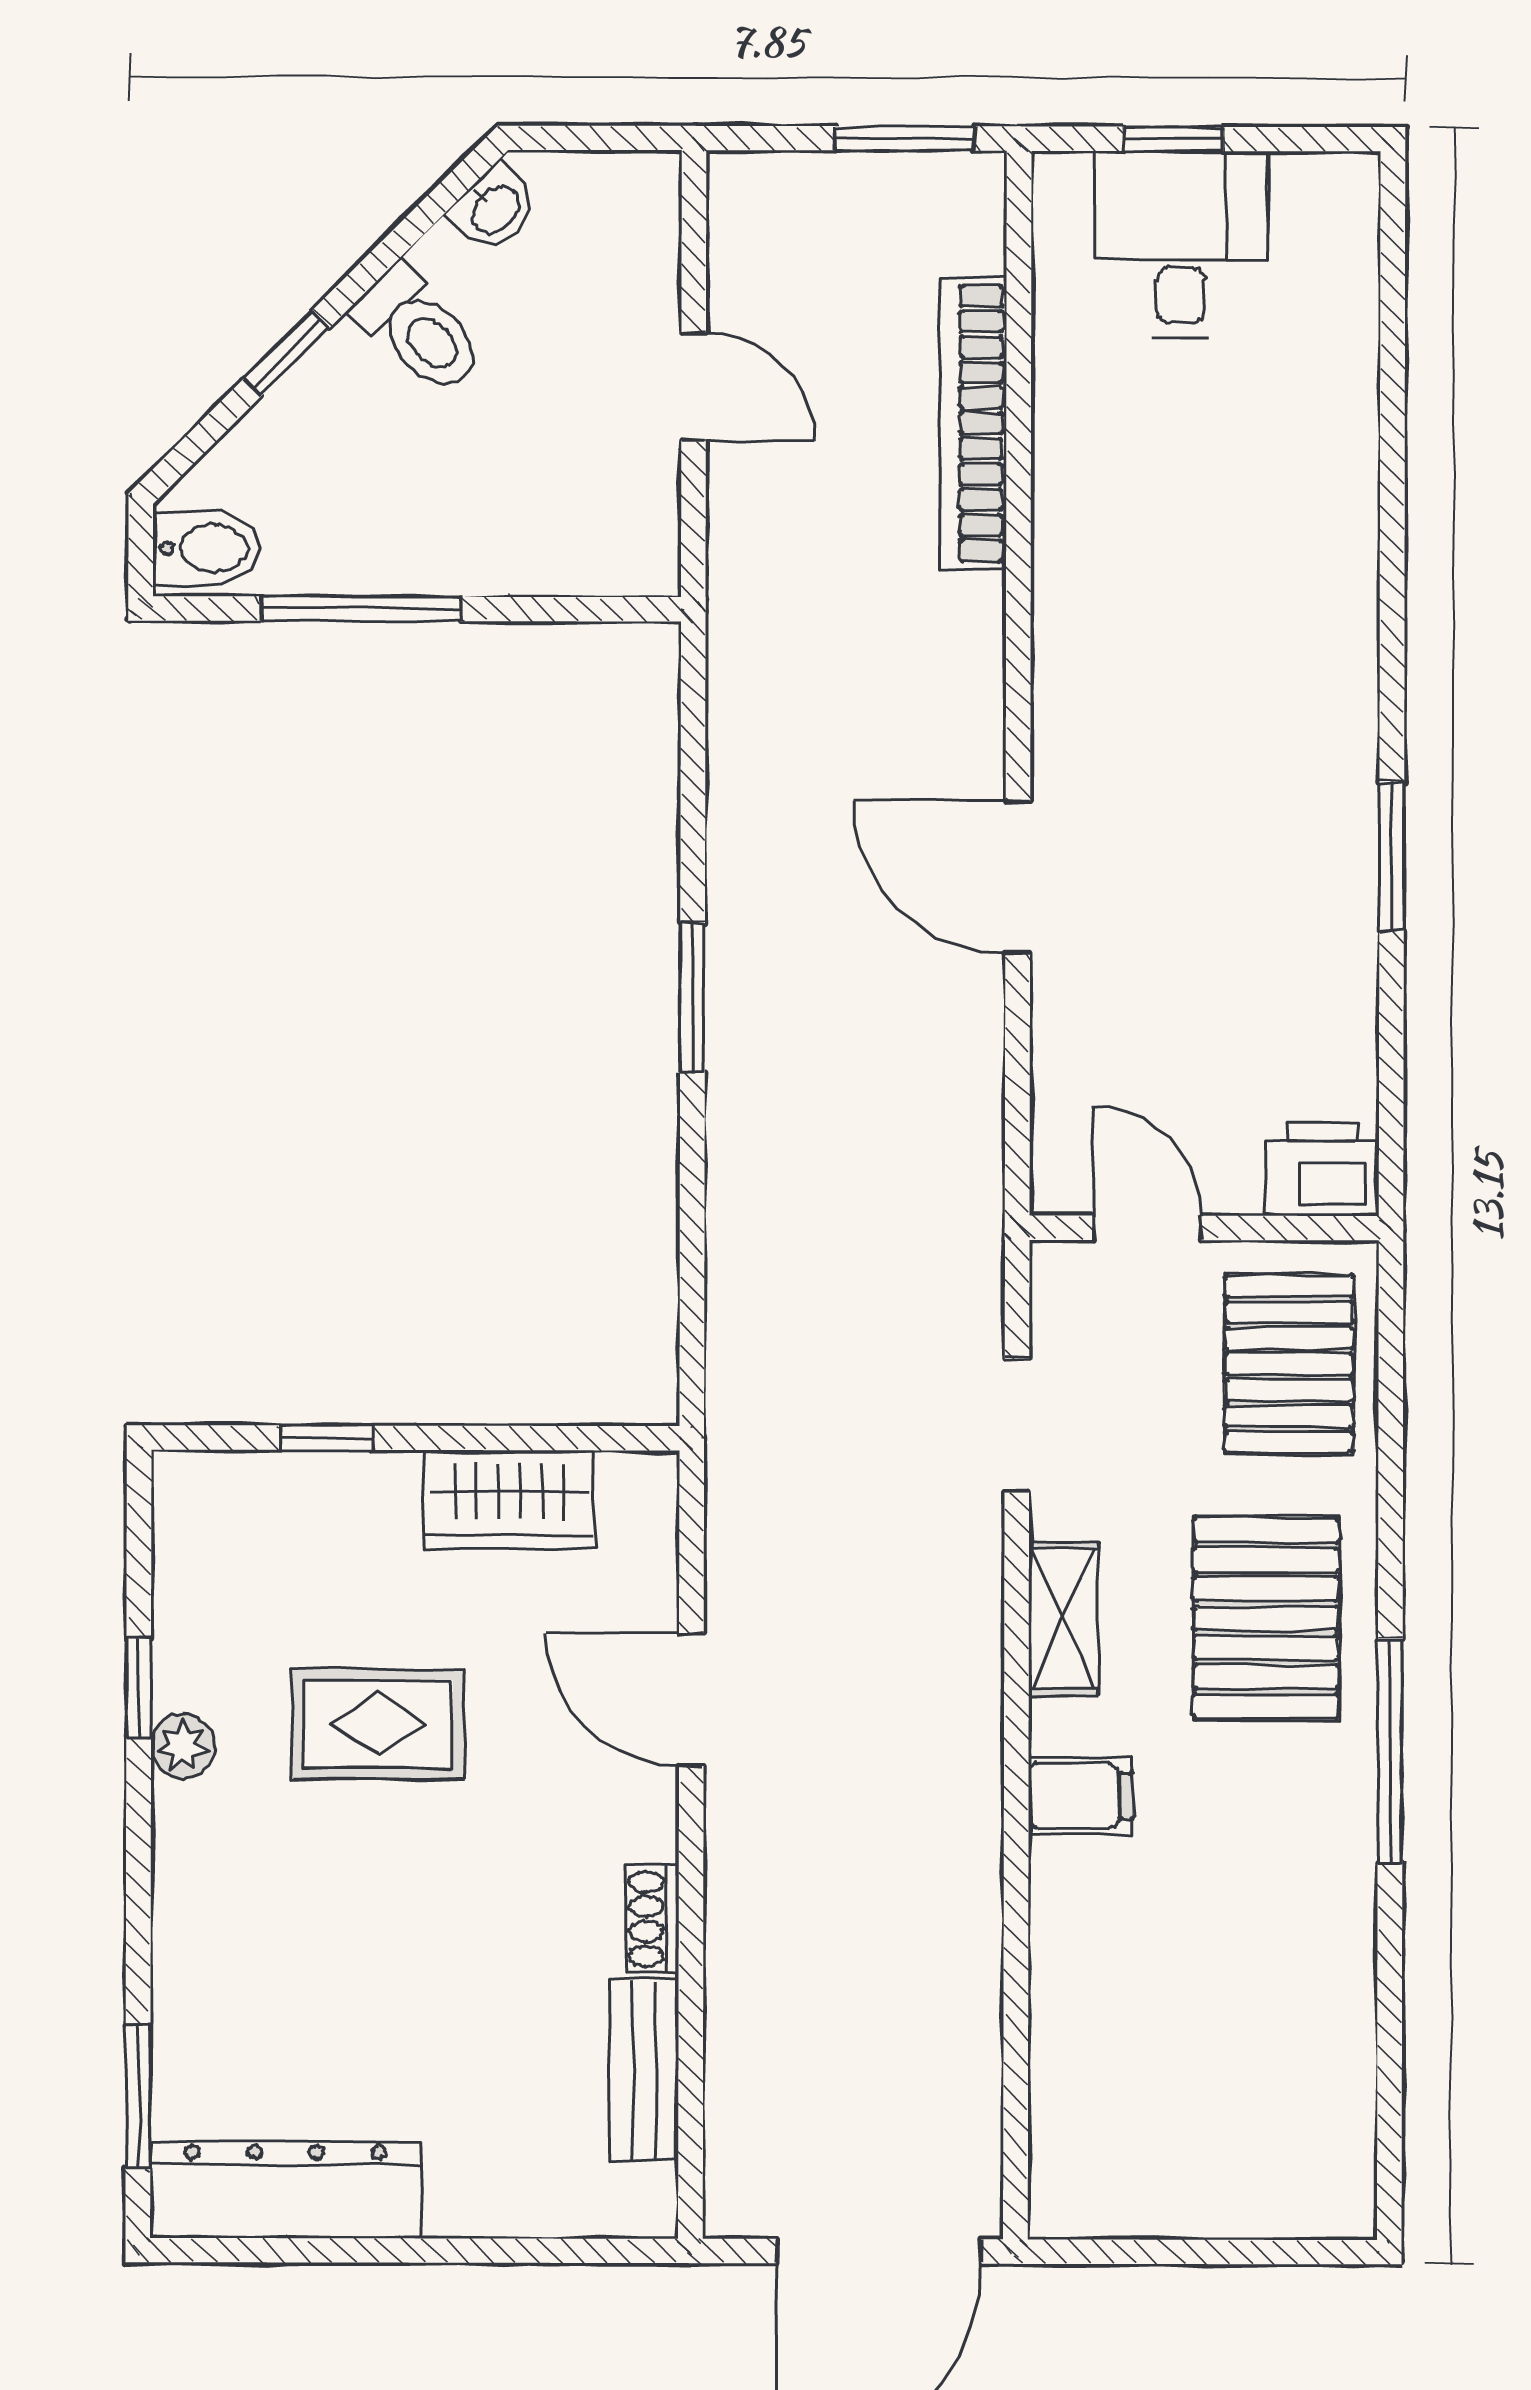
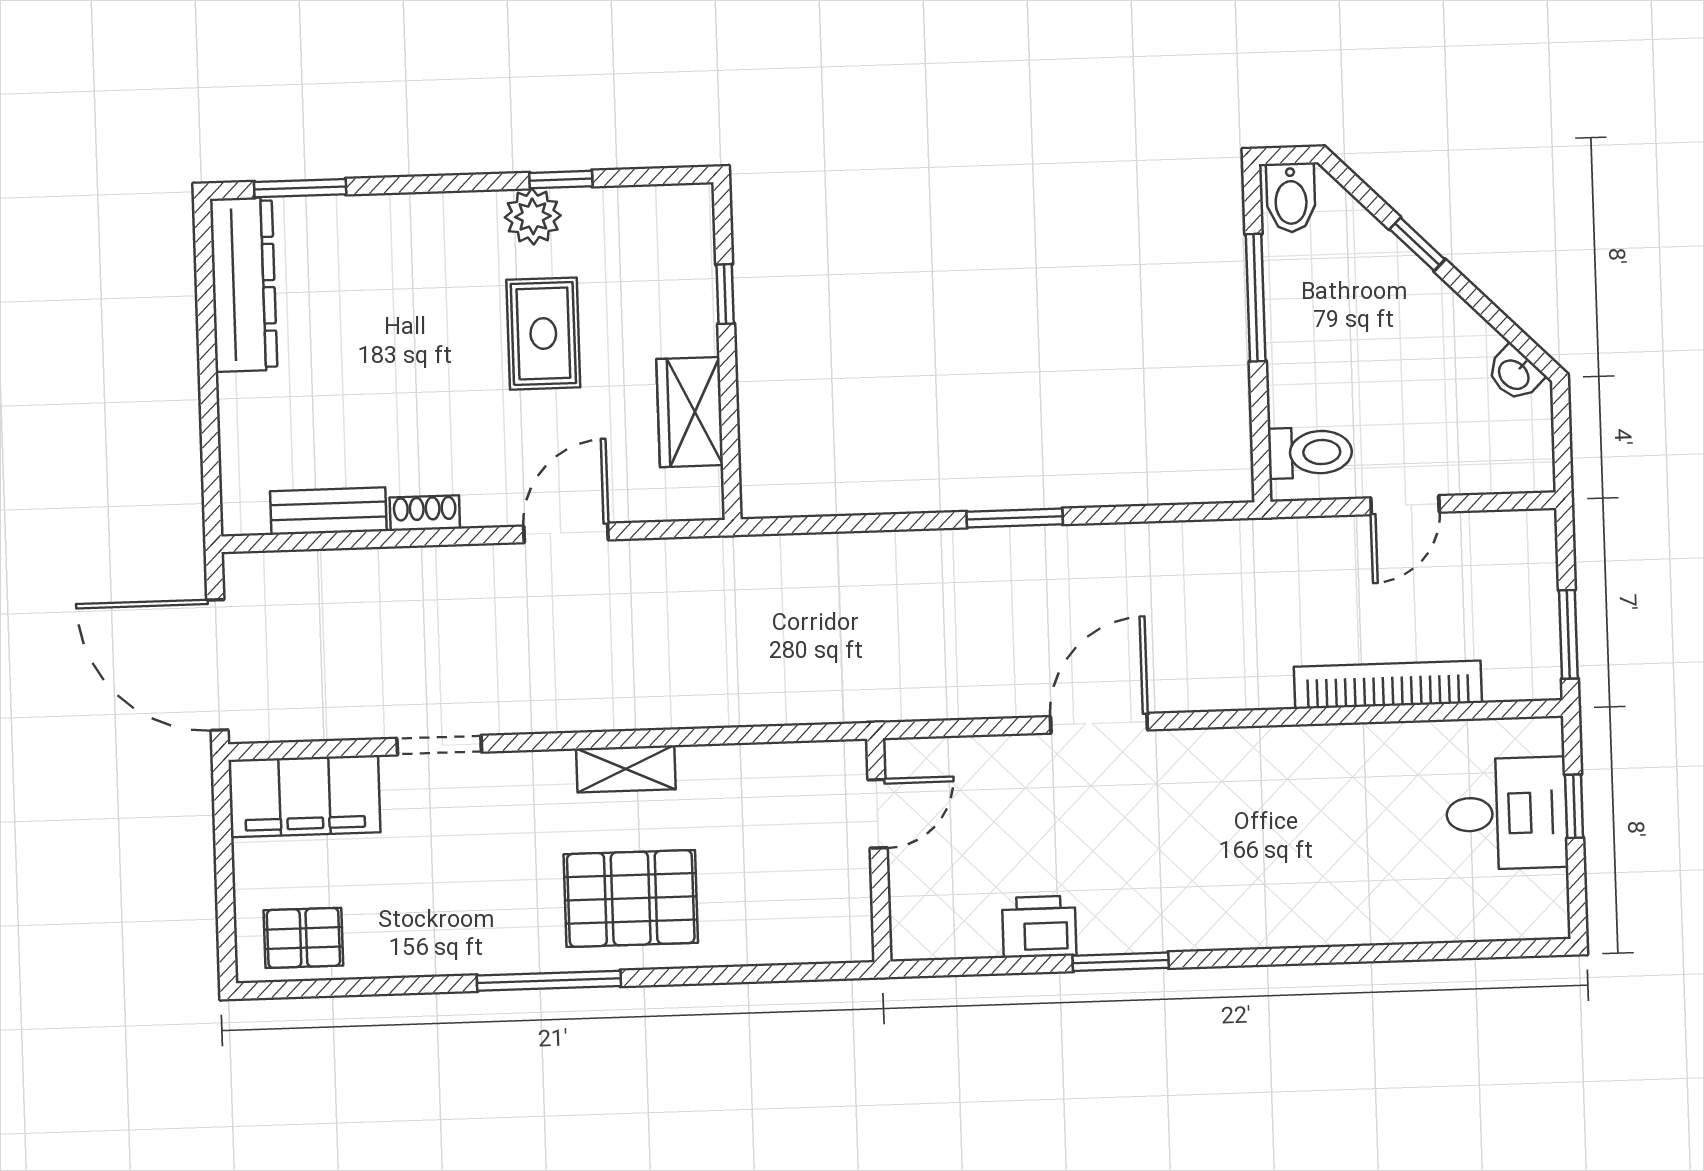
toilet: (419, 330) -> (1310, 452), moved, turned -135
printer: (1322, 1169) -> (1039, 927), moved, turned -90
pallet: (1289, 1364) -> (303, 938), moved, width x0.67, depth x0.71
doorway: (1017, 1425) -> (439, 745), moved
plant: (183, 1746) -> (533, 216), width x1.38, depth x1.38
filing cabinet: (1080, 1796) -> (304, 796), moved, width x3.00, depth x1.17

